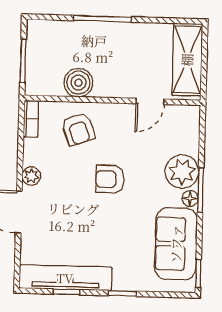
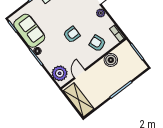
plant: (182, 172) -> (60, 73), moved

